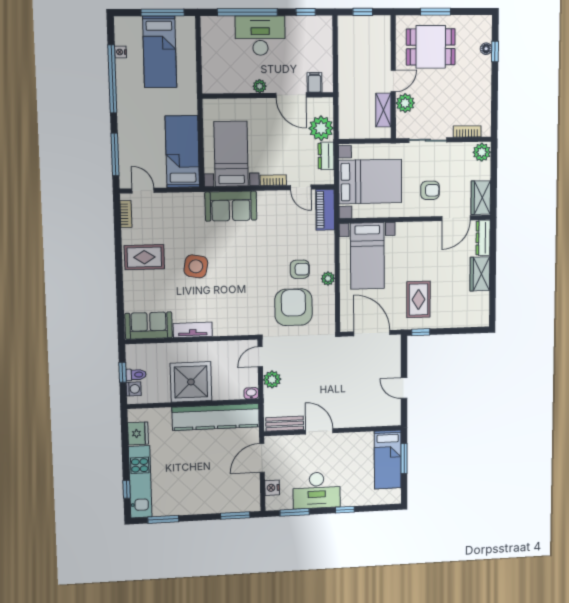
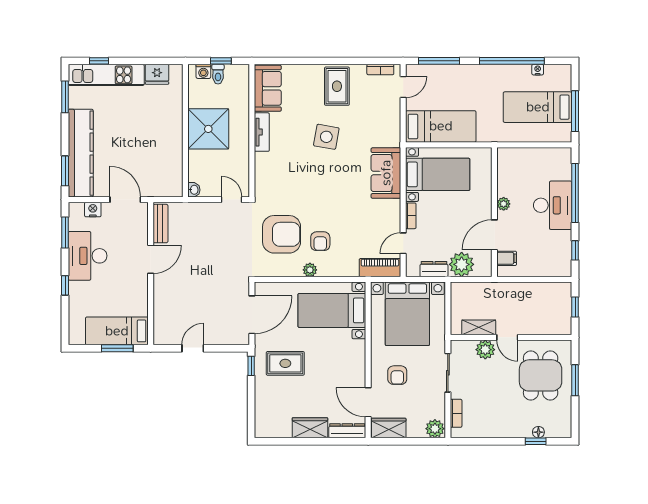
plant: (272, 379) -> (207, 211), removed
kitchen counter: (216, 417) -> (81, 153), moved, turned 180

